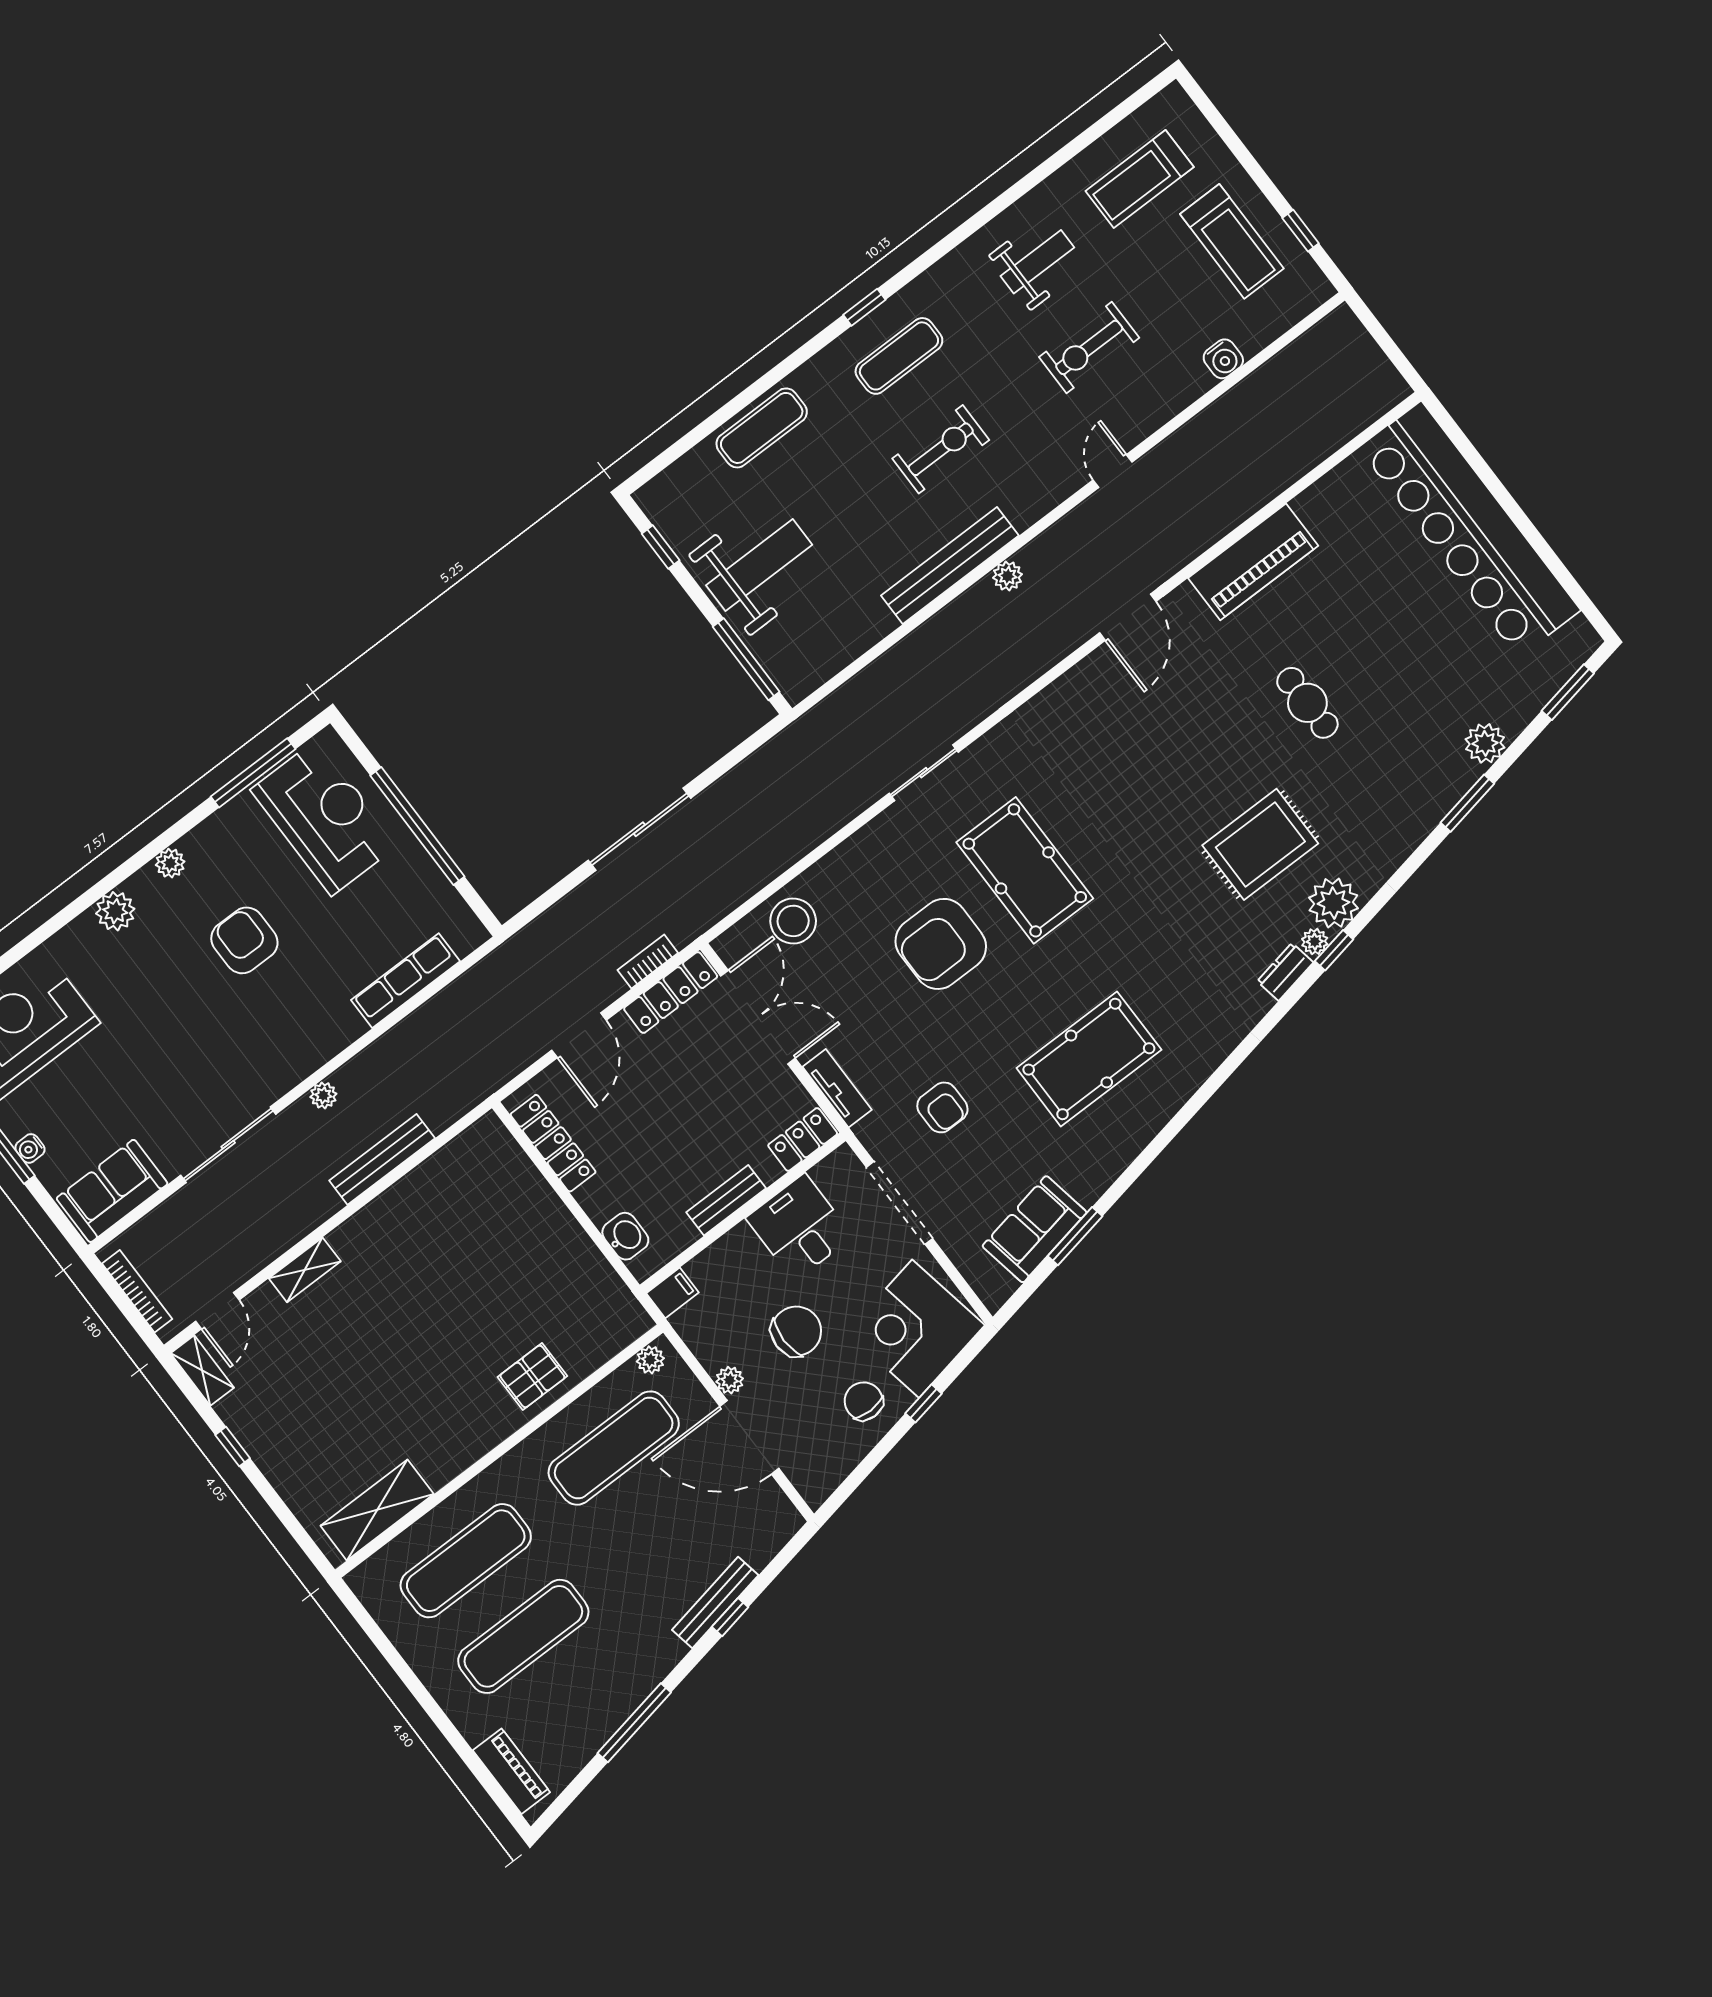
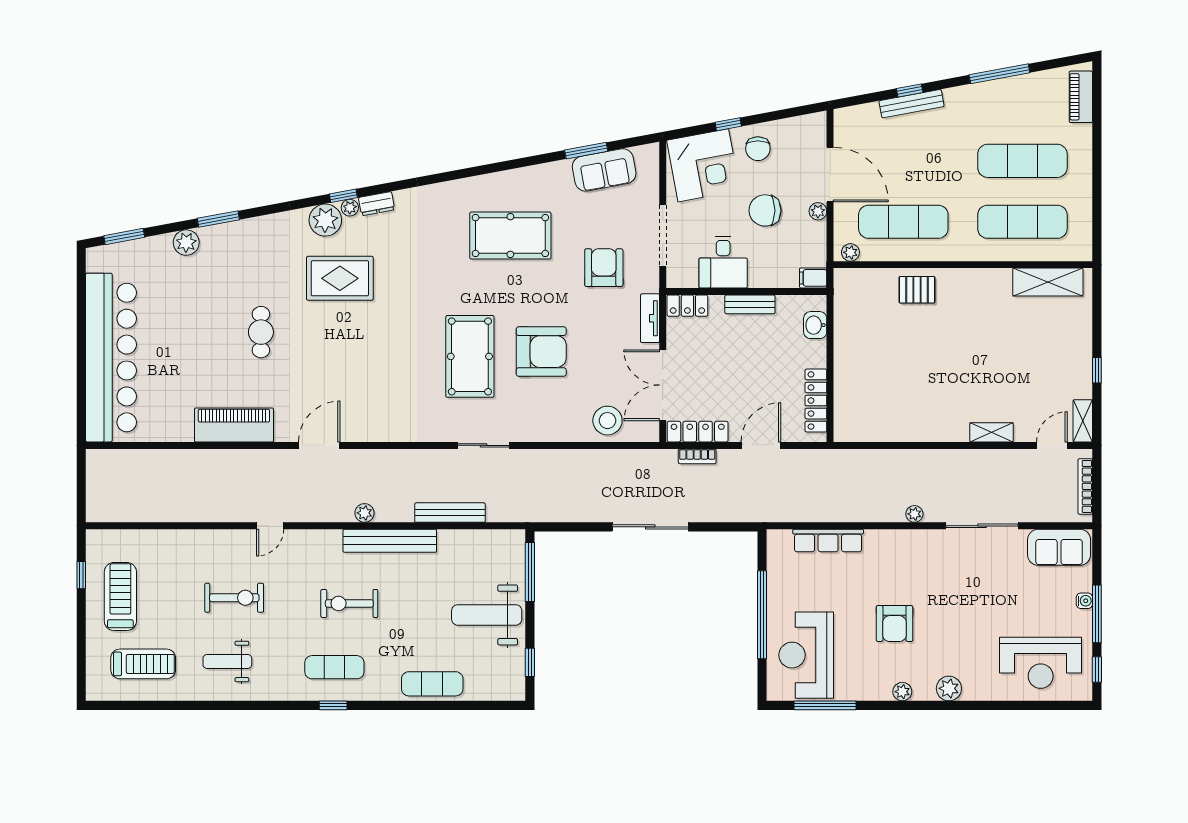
water cooler: (1223, 359) -> (170, 540), removed
armchair: (942, 1107) -> (604, 268), width x1.38, depth x1.38
bench: (382, 1159) -> (450, 513), moved

